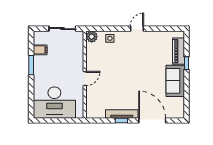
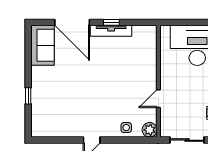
piano: (178, 51) -> (39, 111), removed
door: (85, 79) -> (158, 99), moved
sofa: (175, 81) -> (43, 45), moved

